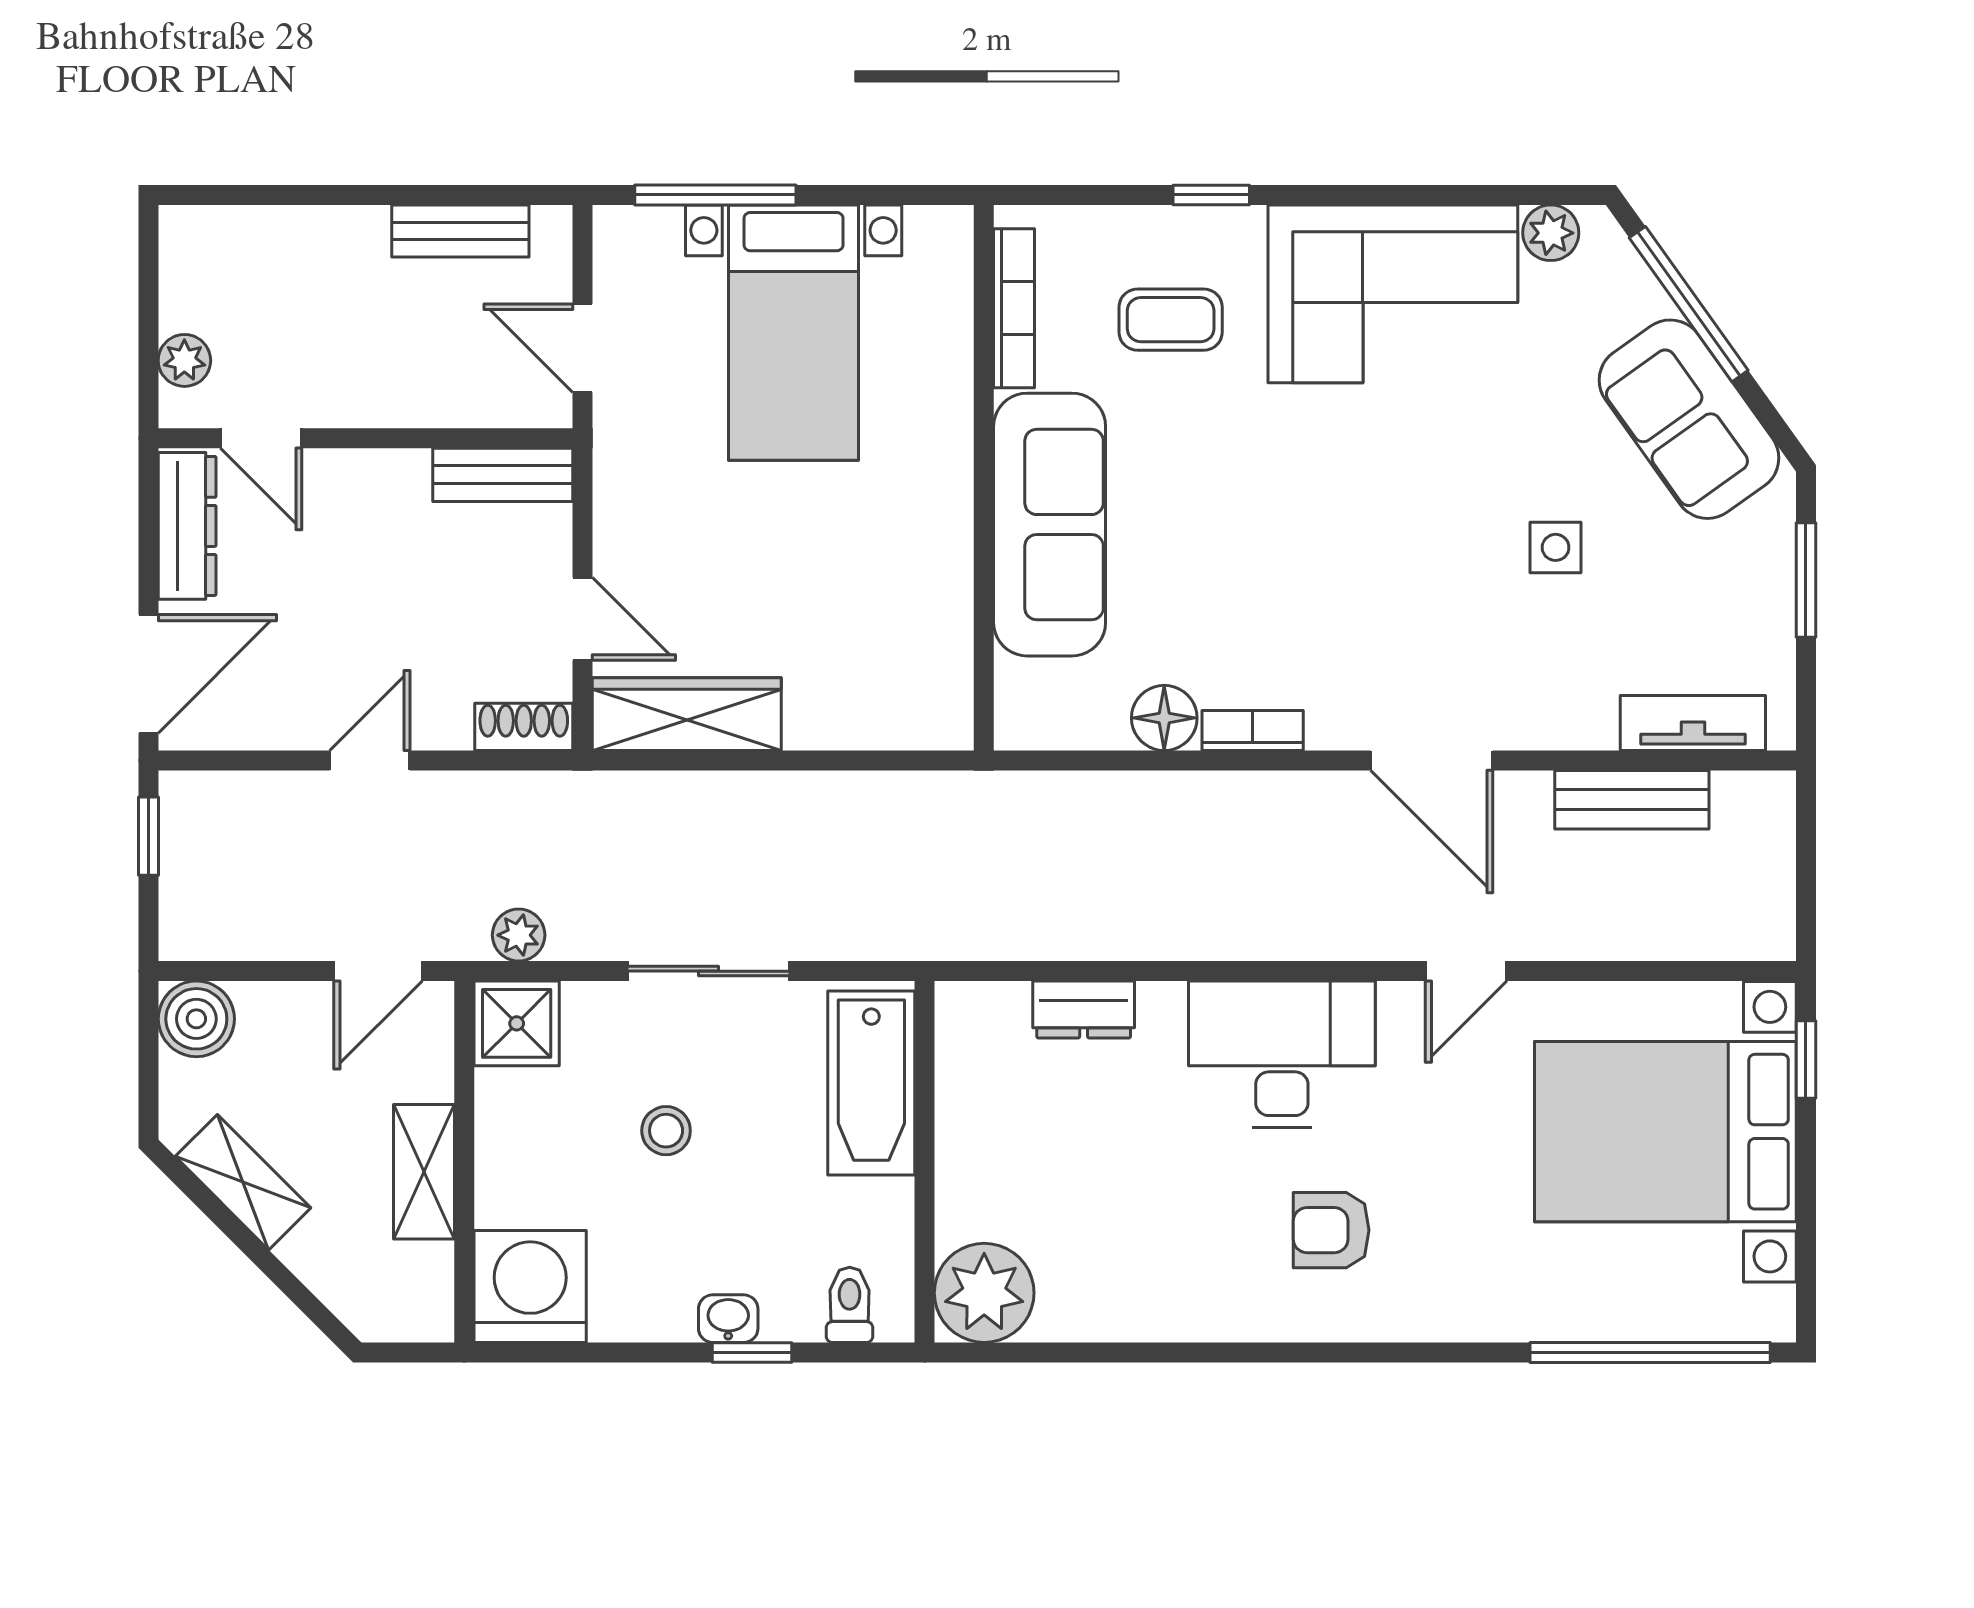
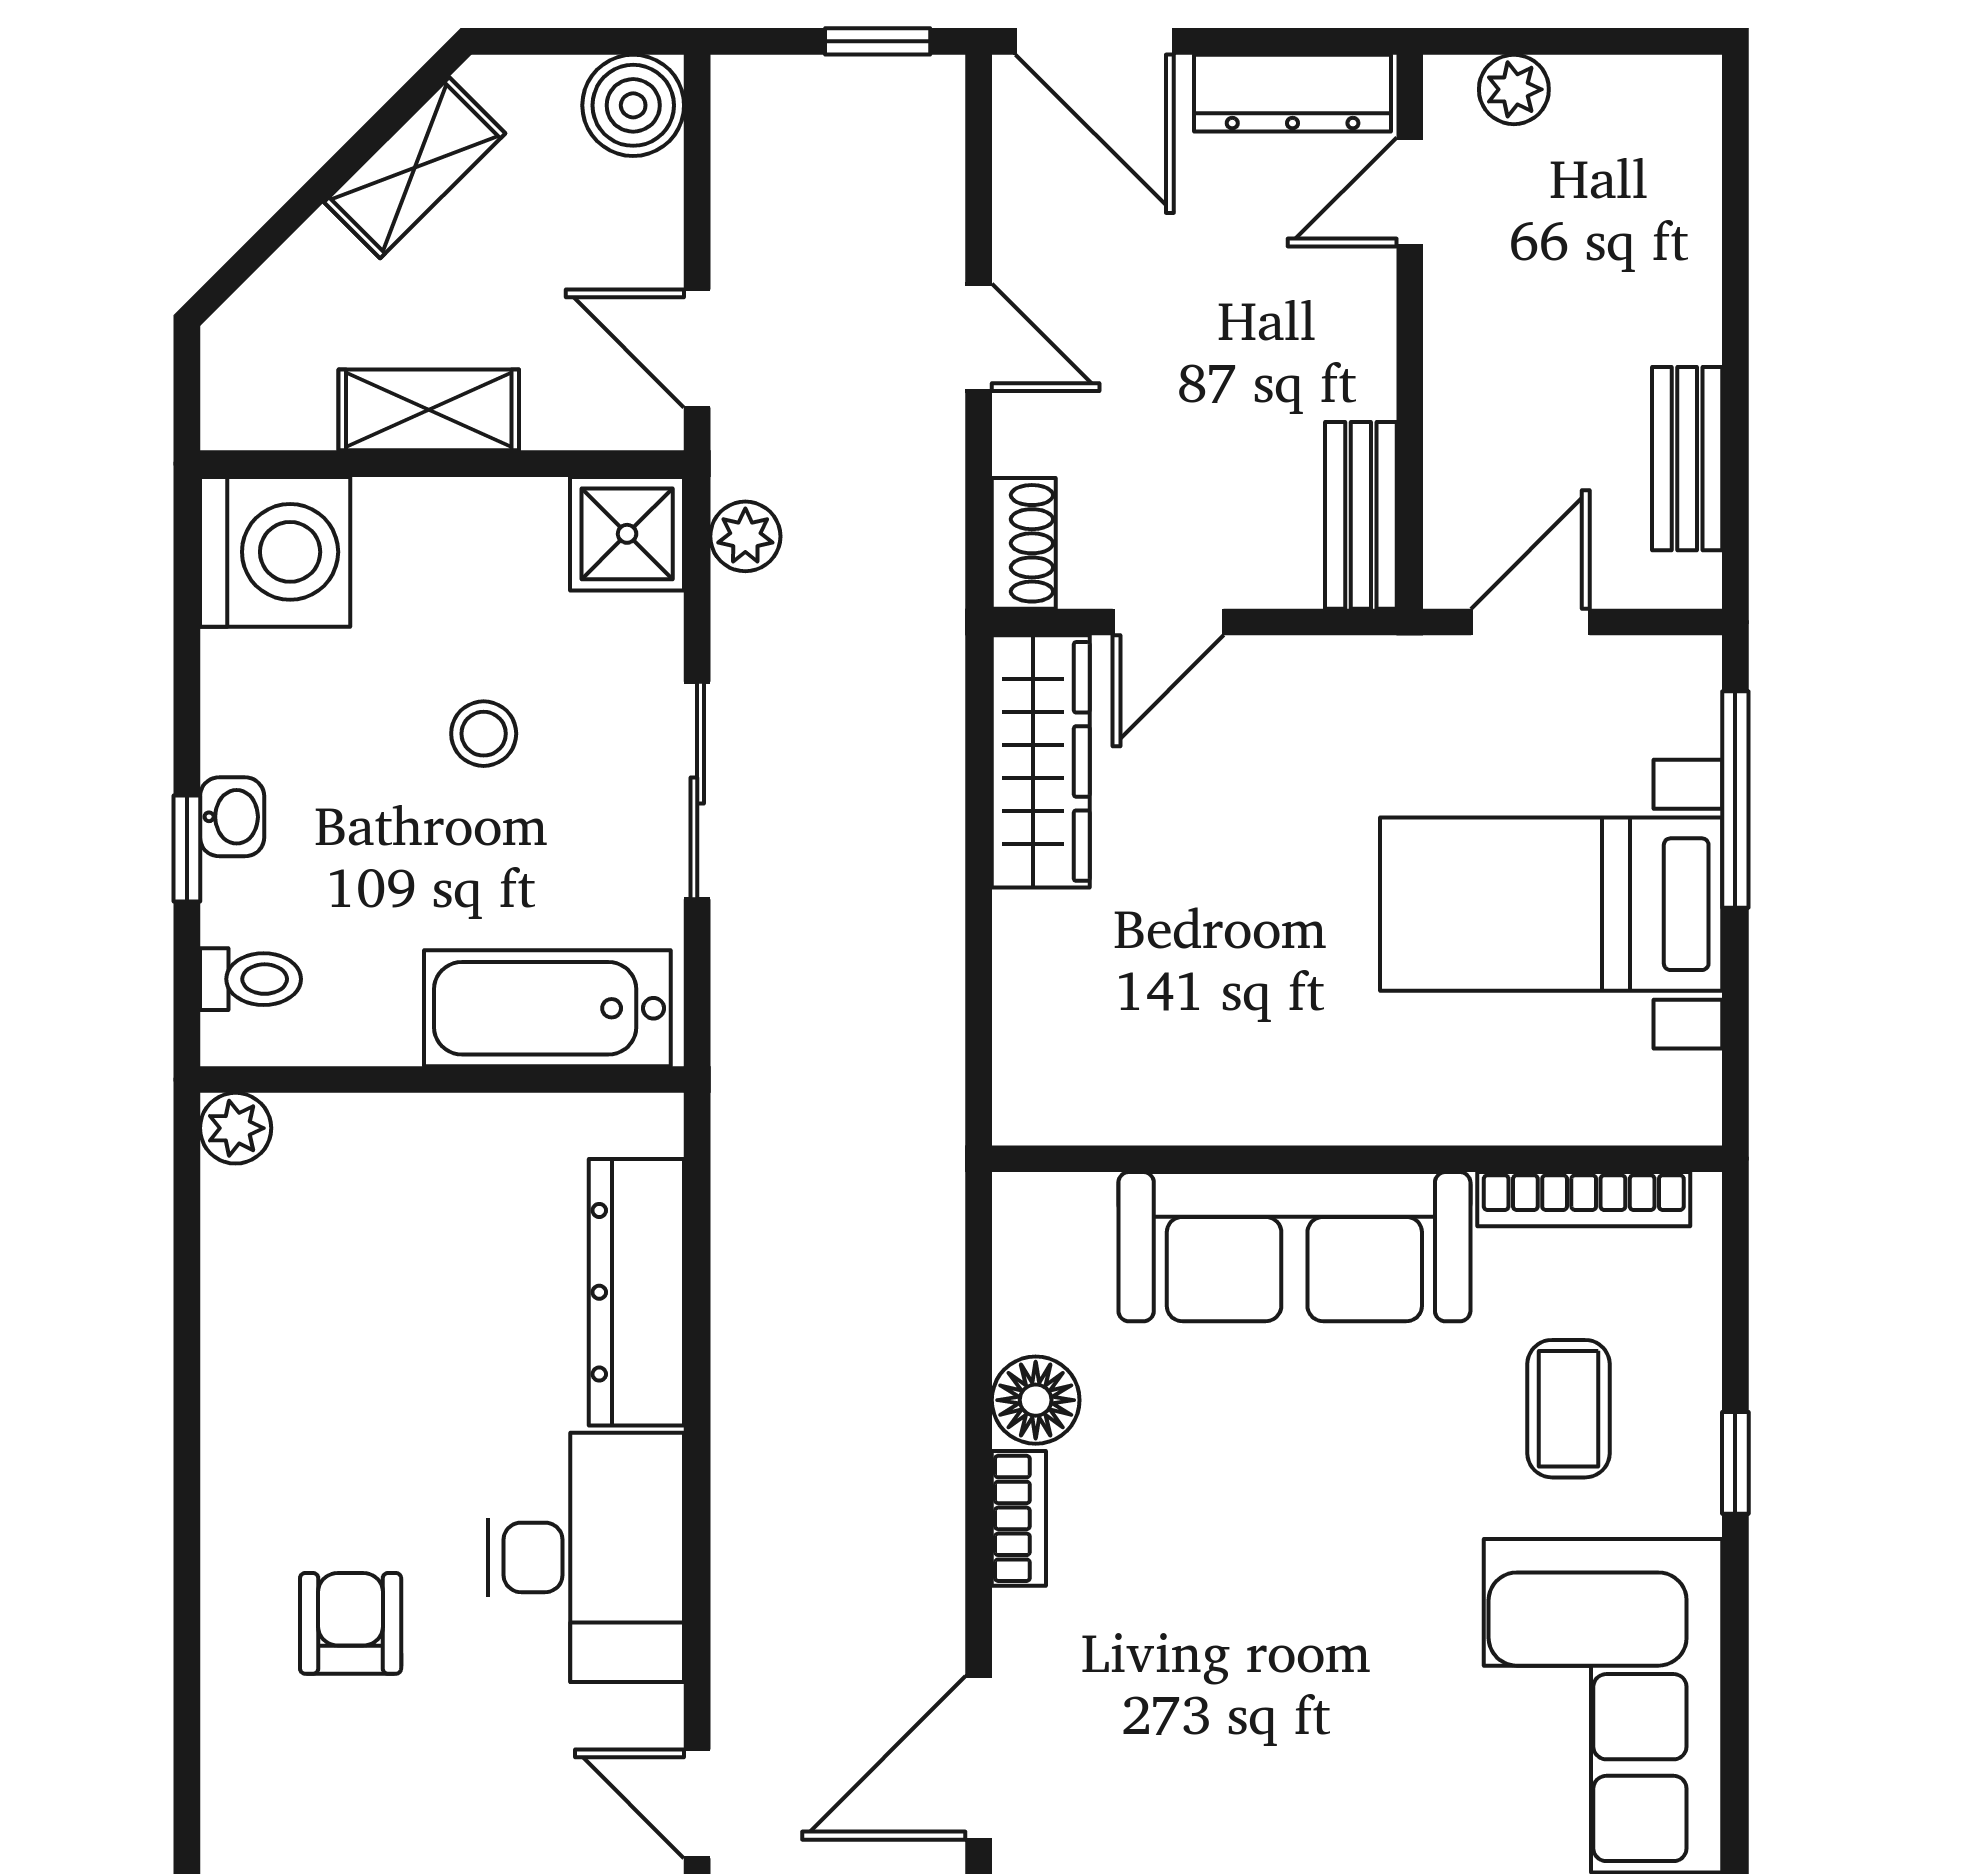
dresser: (1084, 1009) -> (636, 1292), width x1.96, depth x1.24
plant: (984, 1293) -> (236, 1128), width x0.53, depth x0.53

